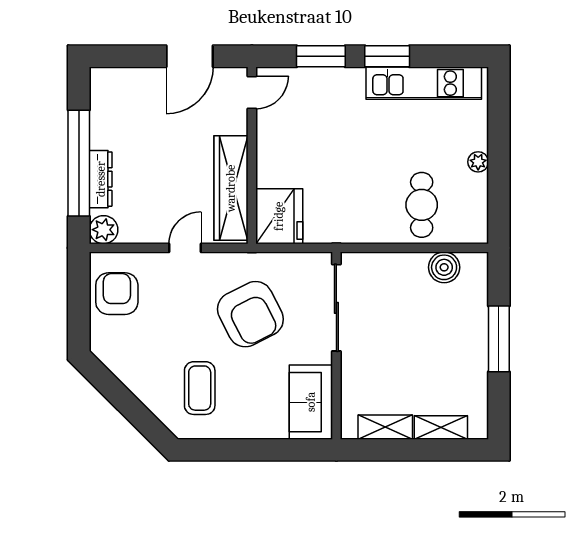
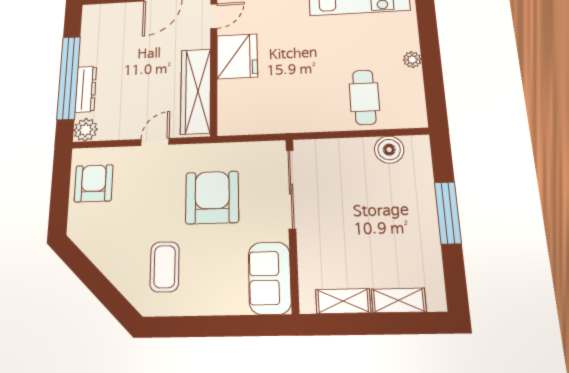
fridge: (279, 216) -> (237, 56), moved
armchair: (250, 314) -> (212, 197), turned -153

